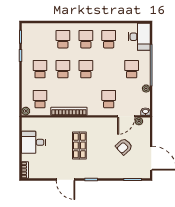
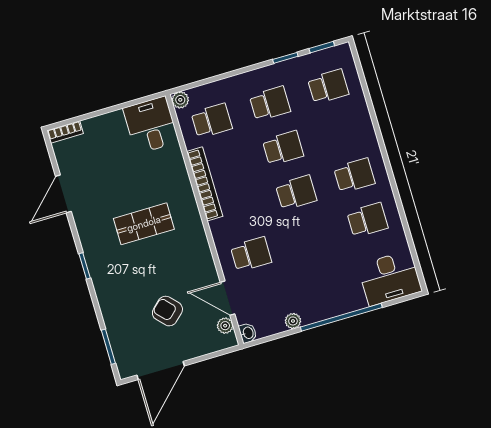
school desk: (63, 39) -> (328, 86), moved
school desk: (132, 69) -> (322, 282), removed
desk: (34, 142) -> (151, 125), moved
door: (65, 180) -> (63, 194), moved

